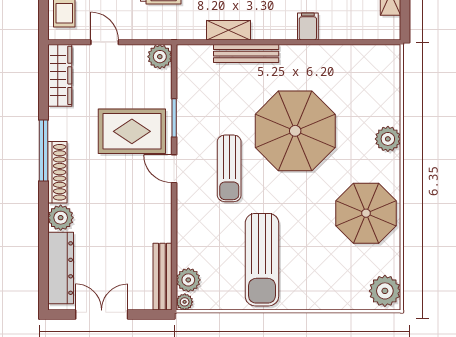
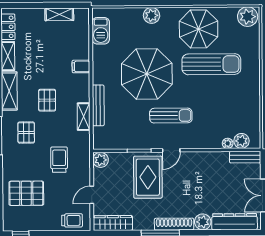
barbecue: (364, 58) -> (101, 31), added
sun lounger: (262, 260) -> (211, 64), moved
bench: (163, 277) -> (245, 157), width x0.73
plant: (185, 302) -> (228, 143), moved

